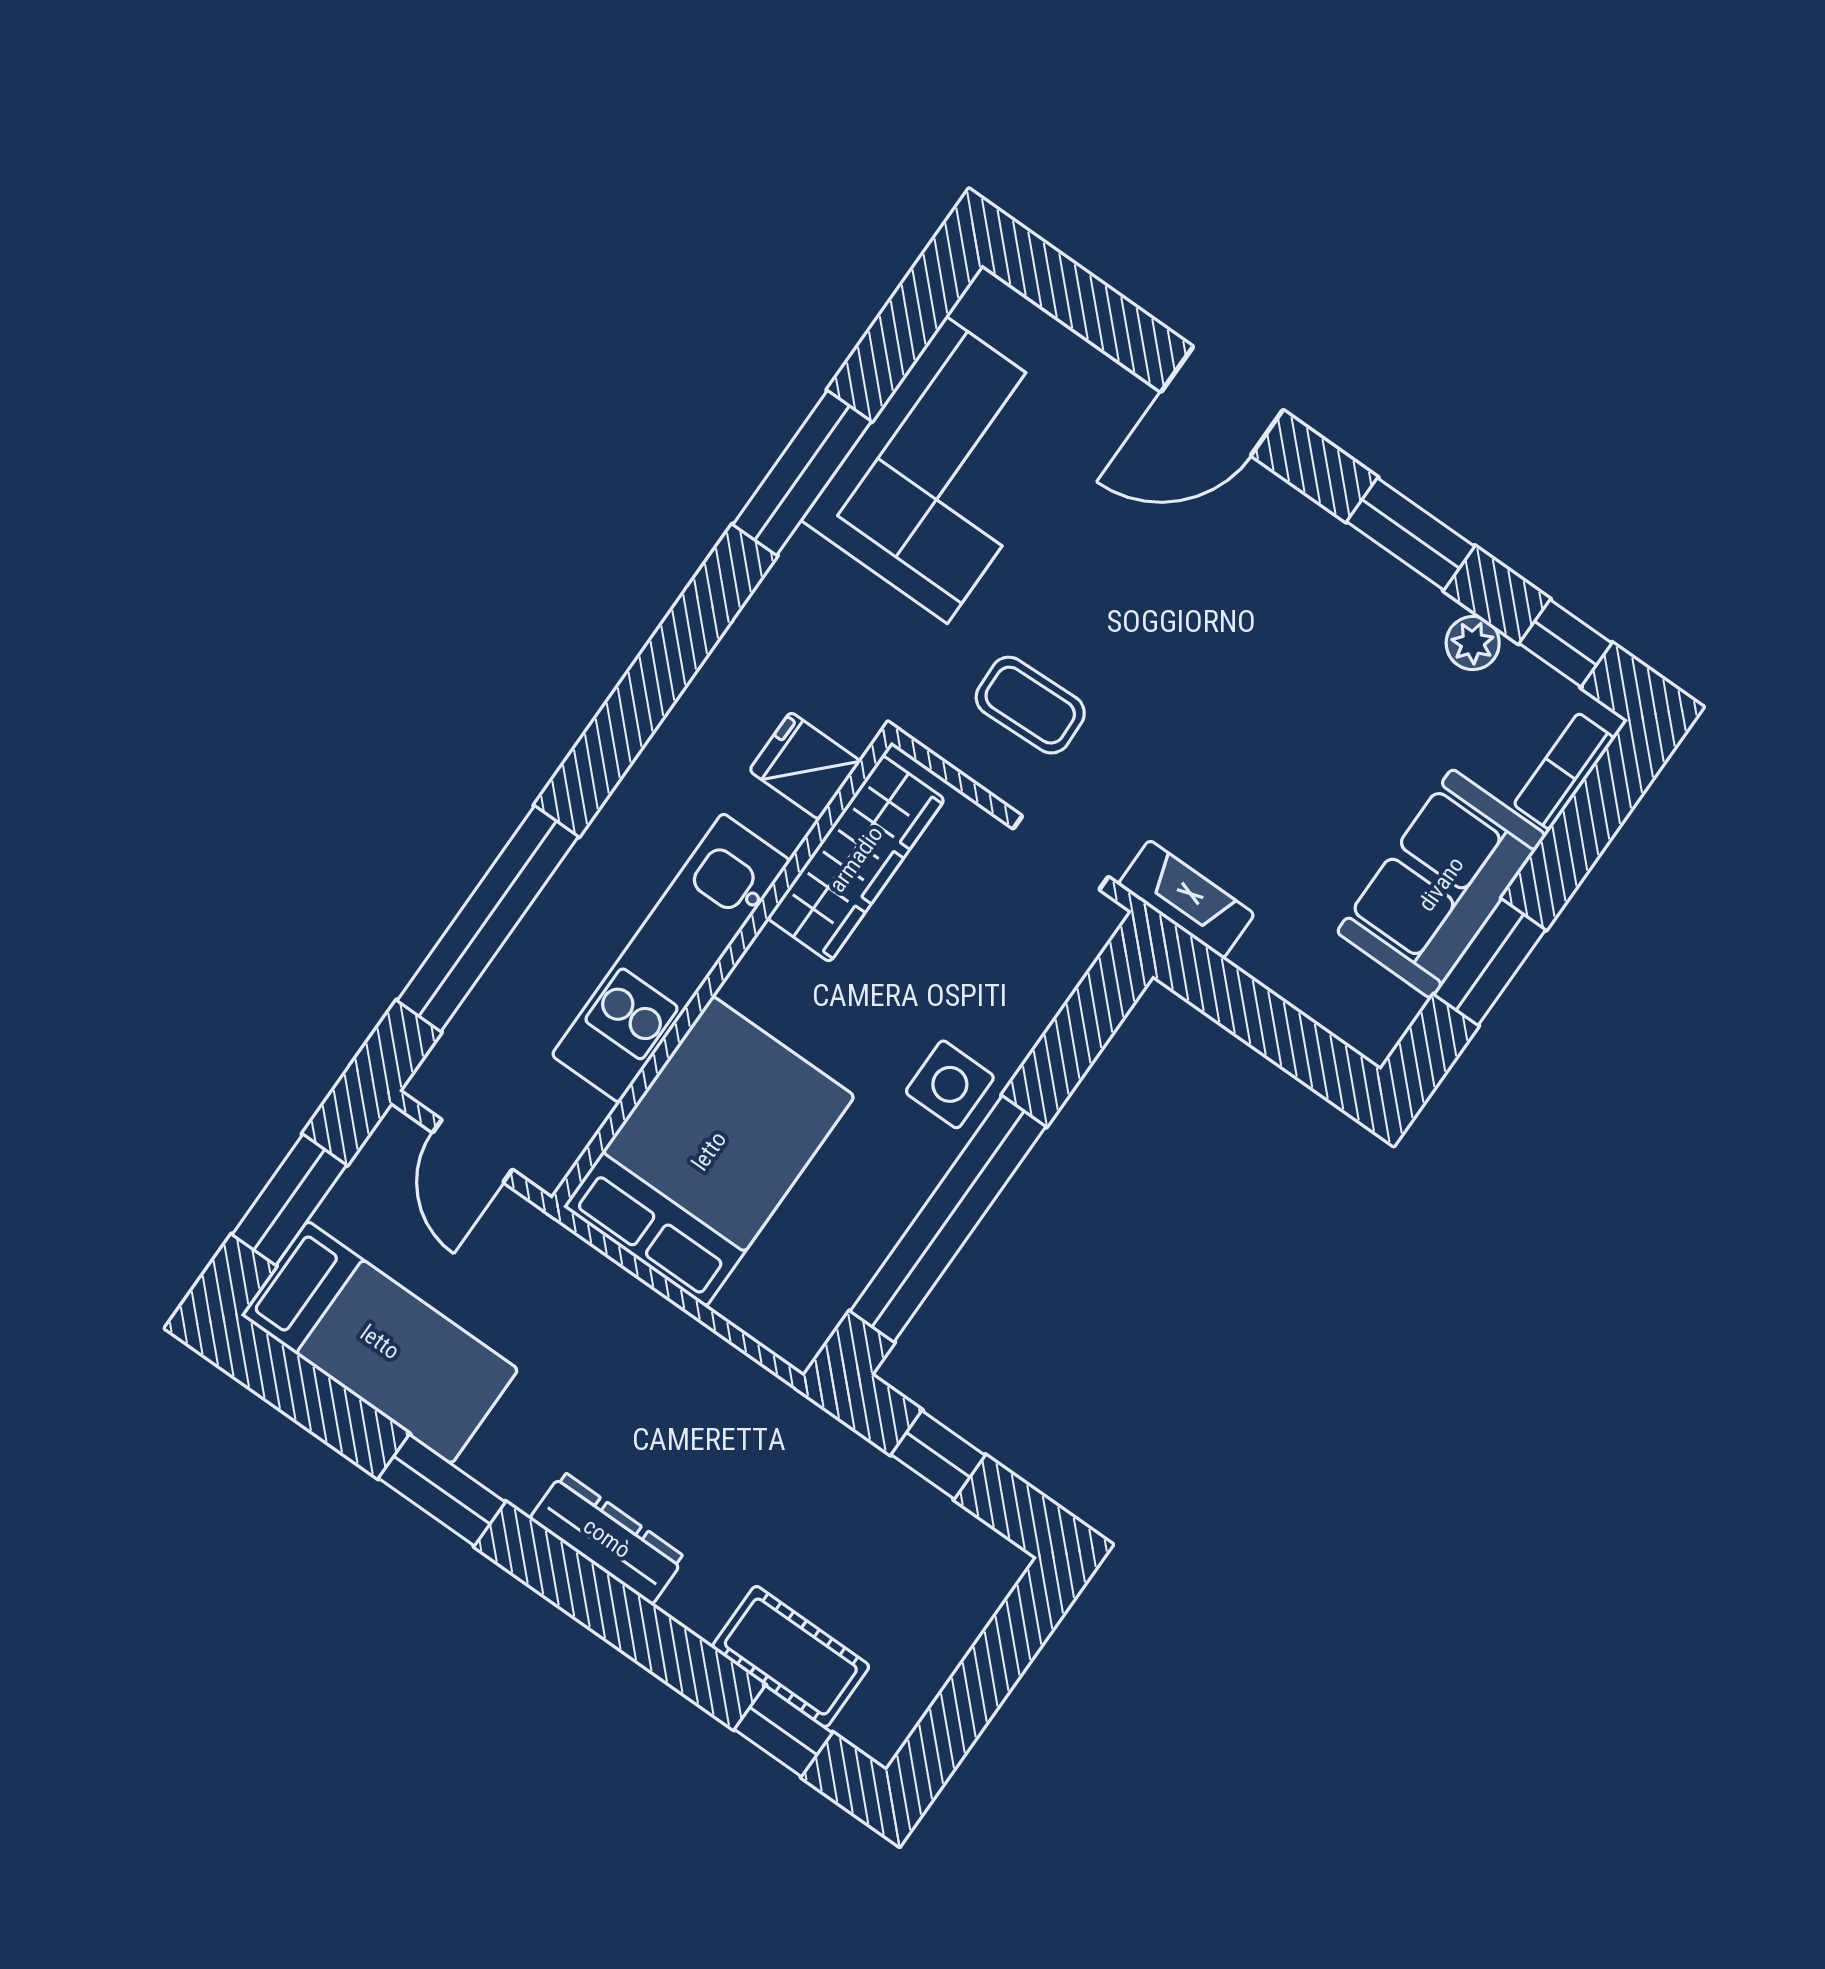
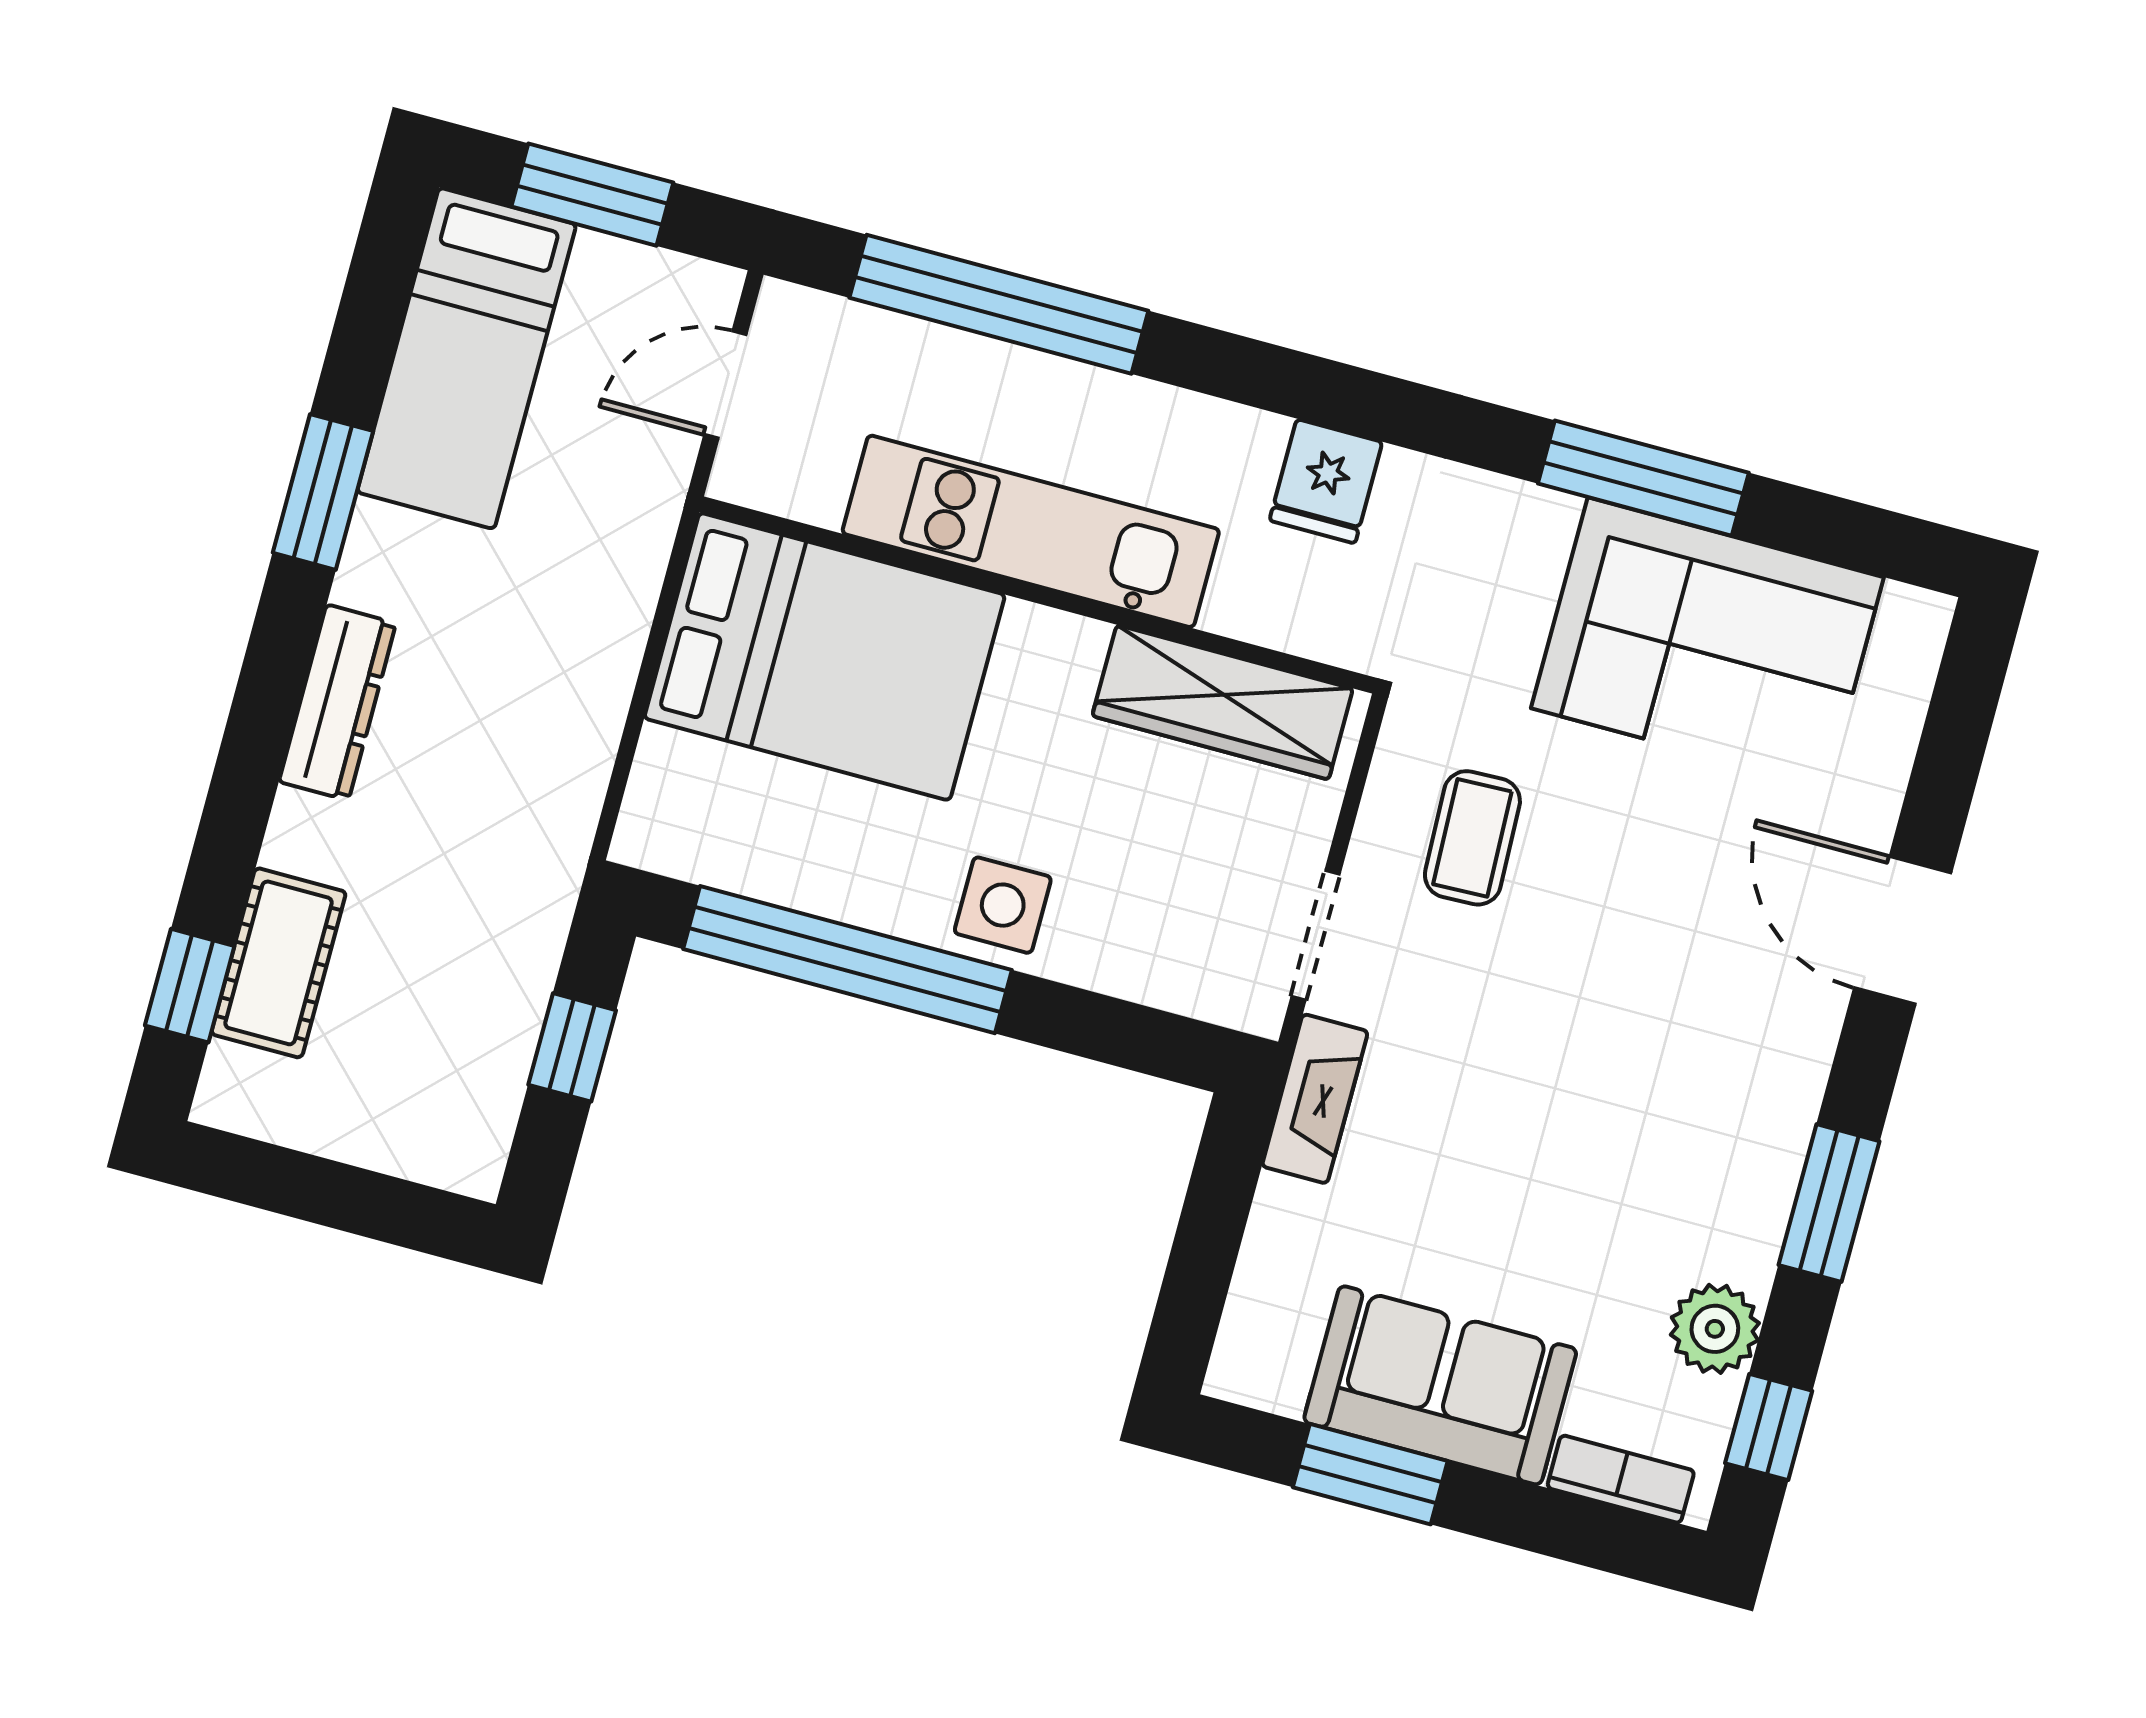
plant: (1473, 643) -> (1715, 1329), width x1.38, depth x1.38
fridge: (805, 766) -> (1326, 481), moved, turned 180

